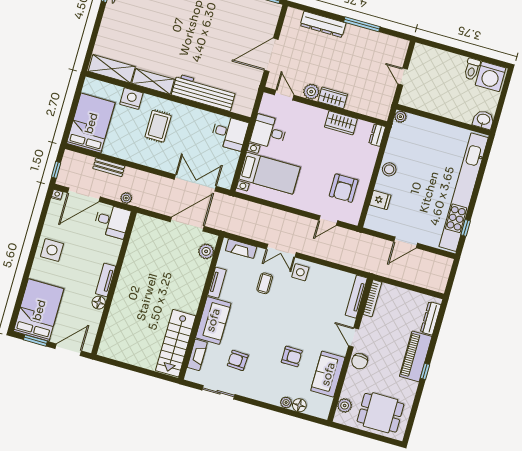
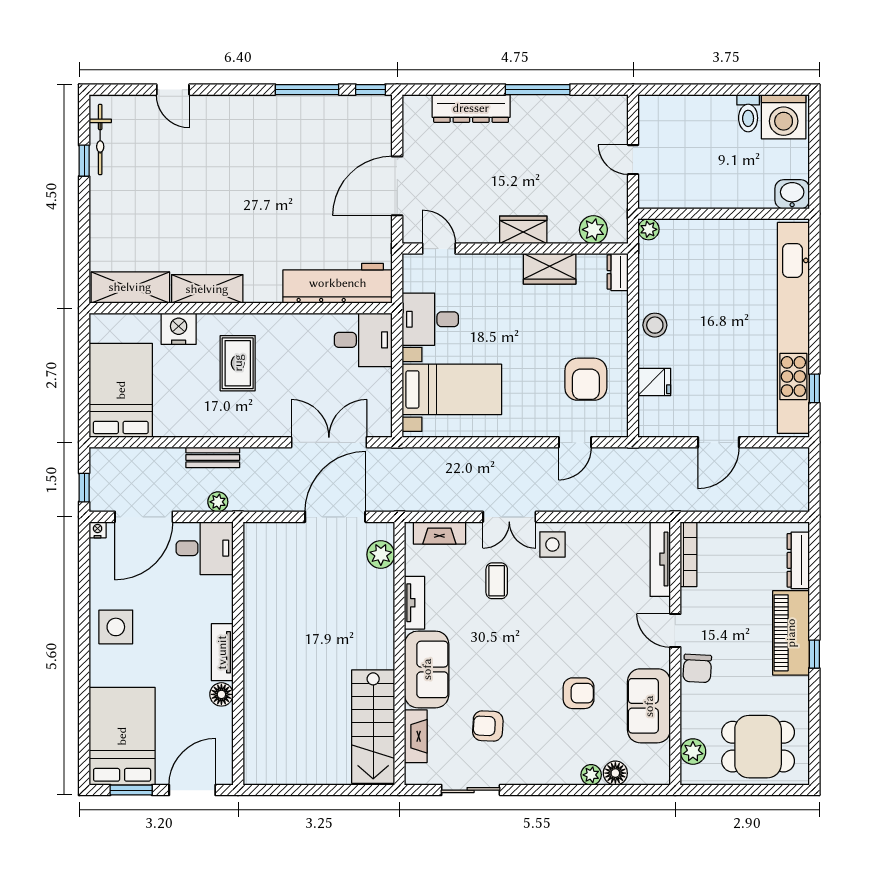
plant: (311, 92) -> (593, 230), moved
workbench: (204, 93) -> (338, 283), moved
bench: (109, 167) -> (213, 457), moved

